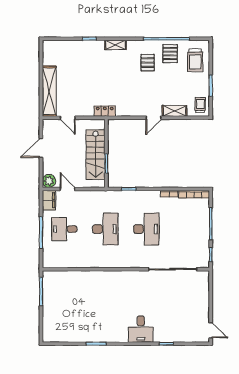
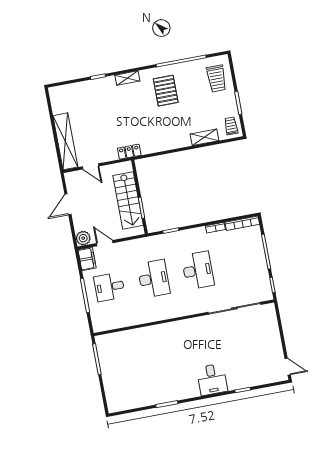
pallet: (170, 54) -> (188, 76), removed
pallet: (148, 63) -> (166, 91), width x1.50, depth x1.42
door: (153, 118) -> (183, 149), removed

